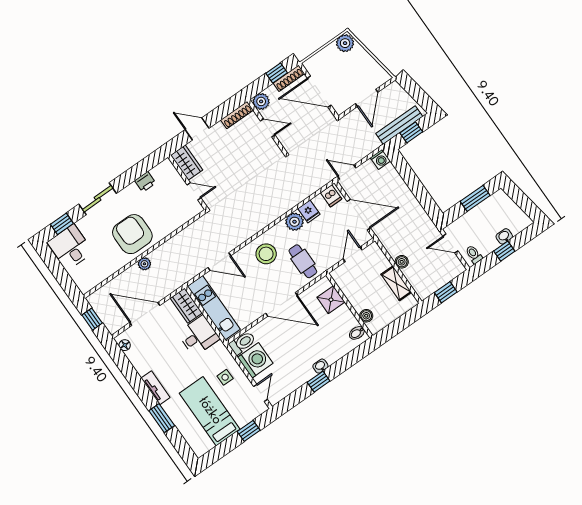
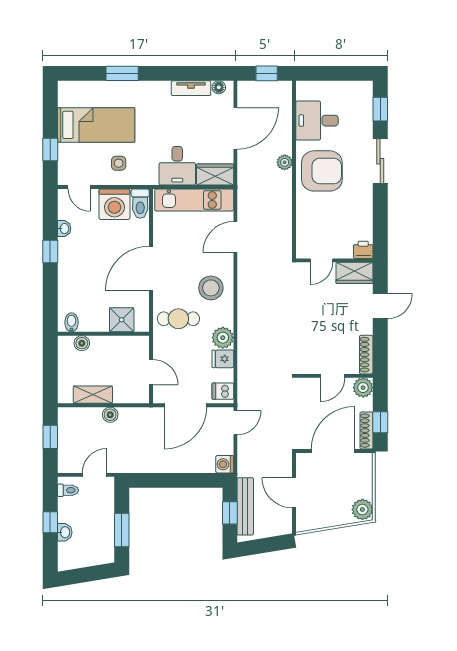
printer: (145, 182) -> (363, 250), moved, turned 90
desk: (70, 247) -> (317, 121), moved, turned 180
washbasin: (320, 366) -> (64, 229), moved
tv unit: (156, 388) -> (191, 88), moved

